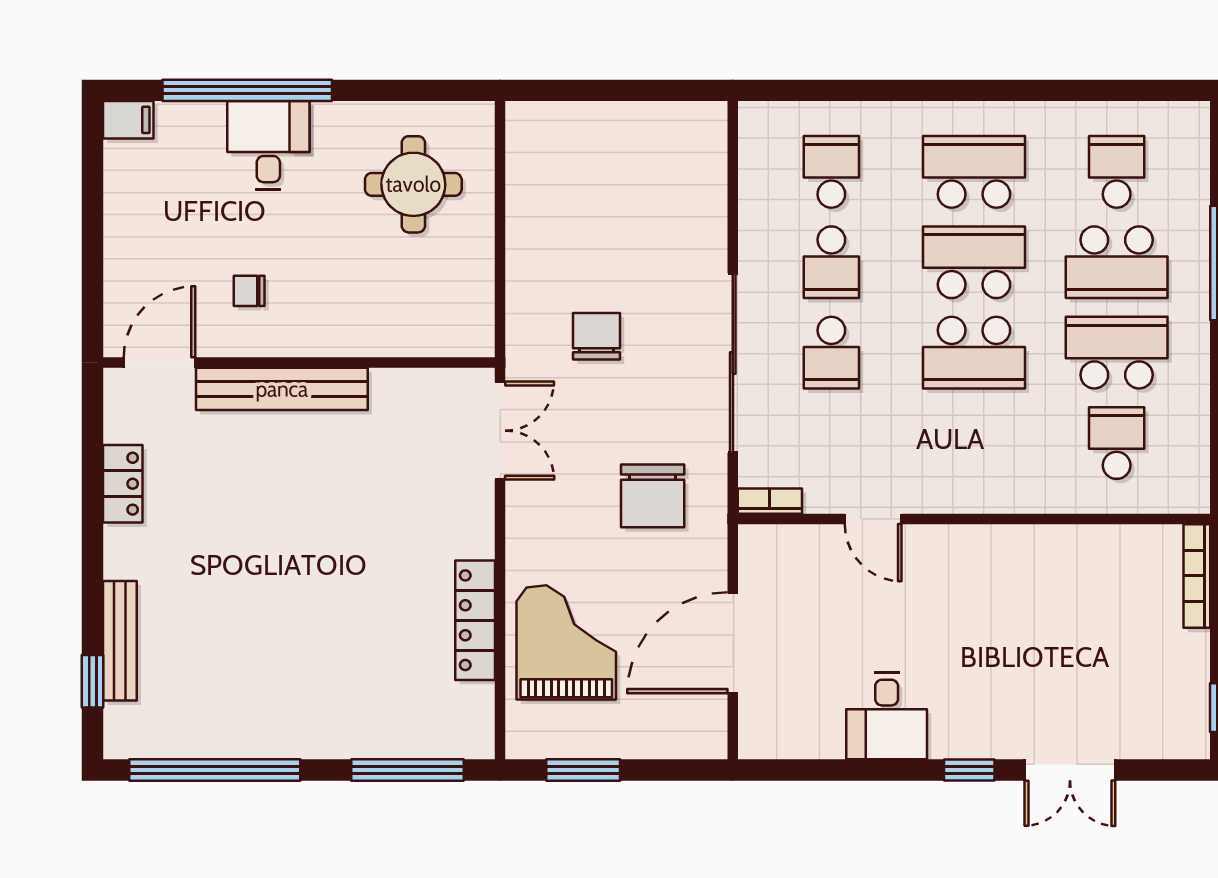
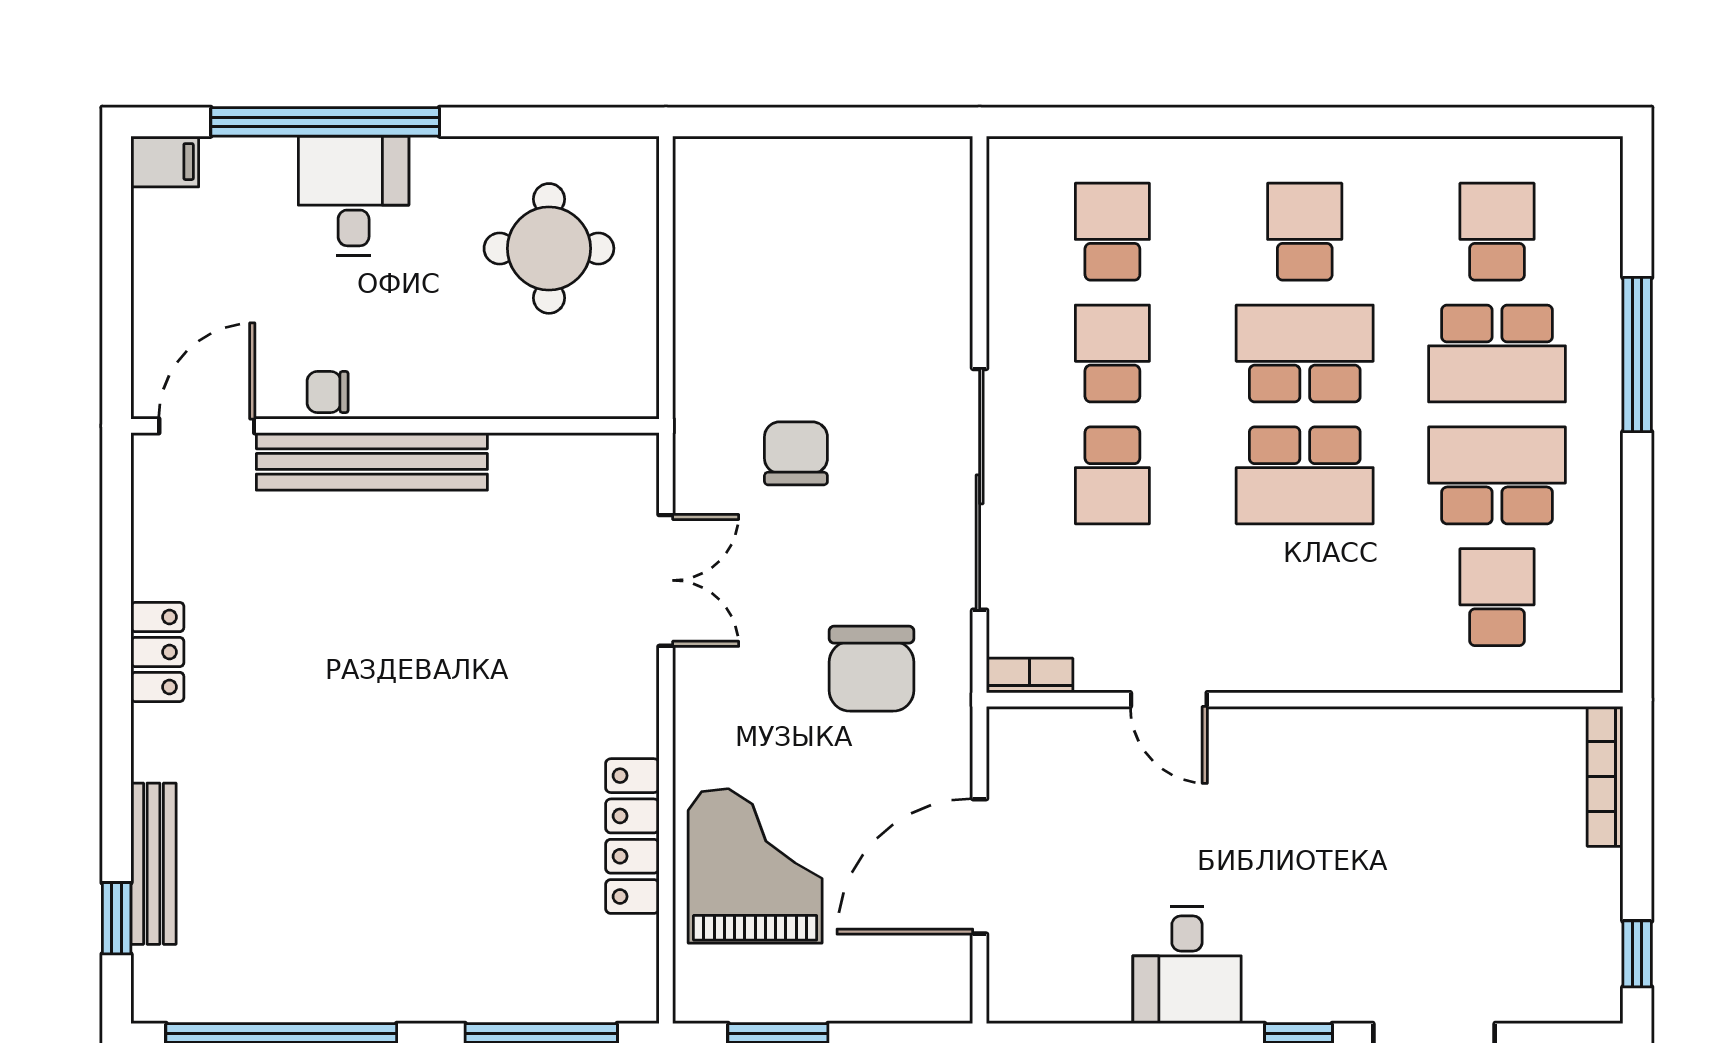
school desk: (974, 172) -> (1305, 232), width x0.54
school desk: (831, 262) -> (1112, 354), turned 180
door: (159, 362) -> (207, 426), moved
wall: (299, 362) -> (395, 426), moved
bench: (282, 389) -> (372, 461), moved

